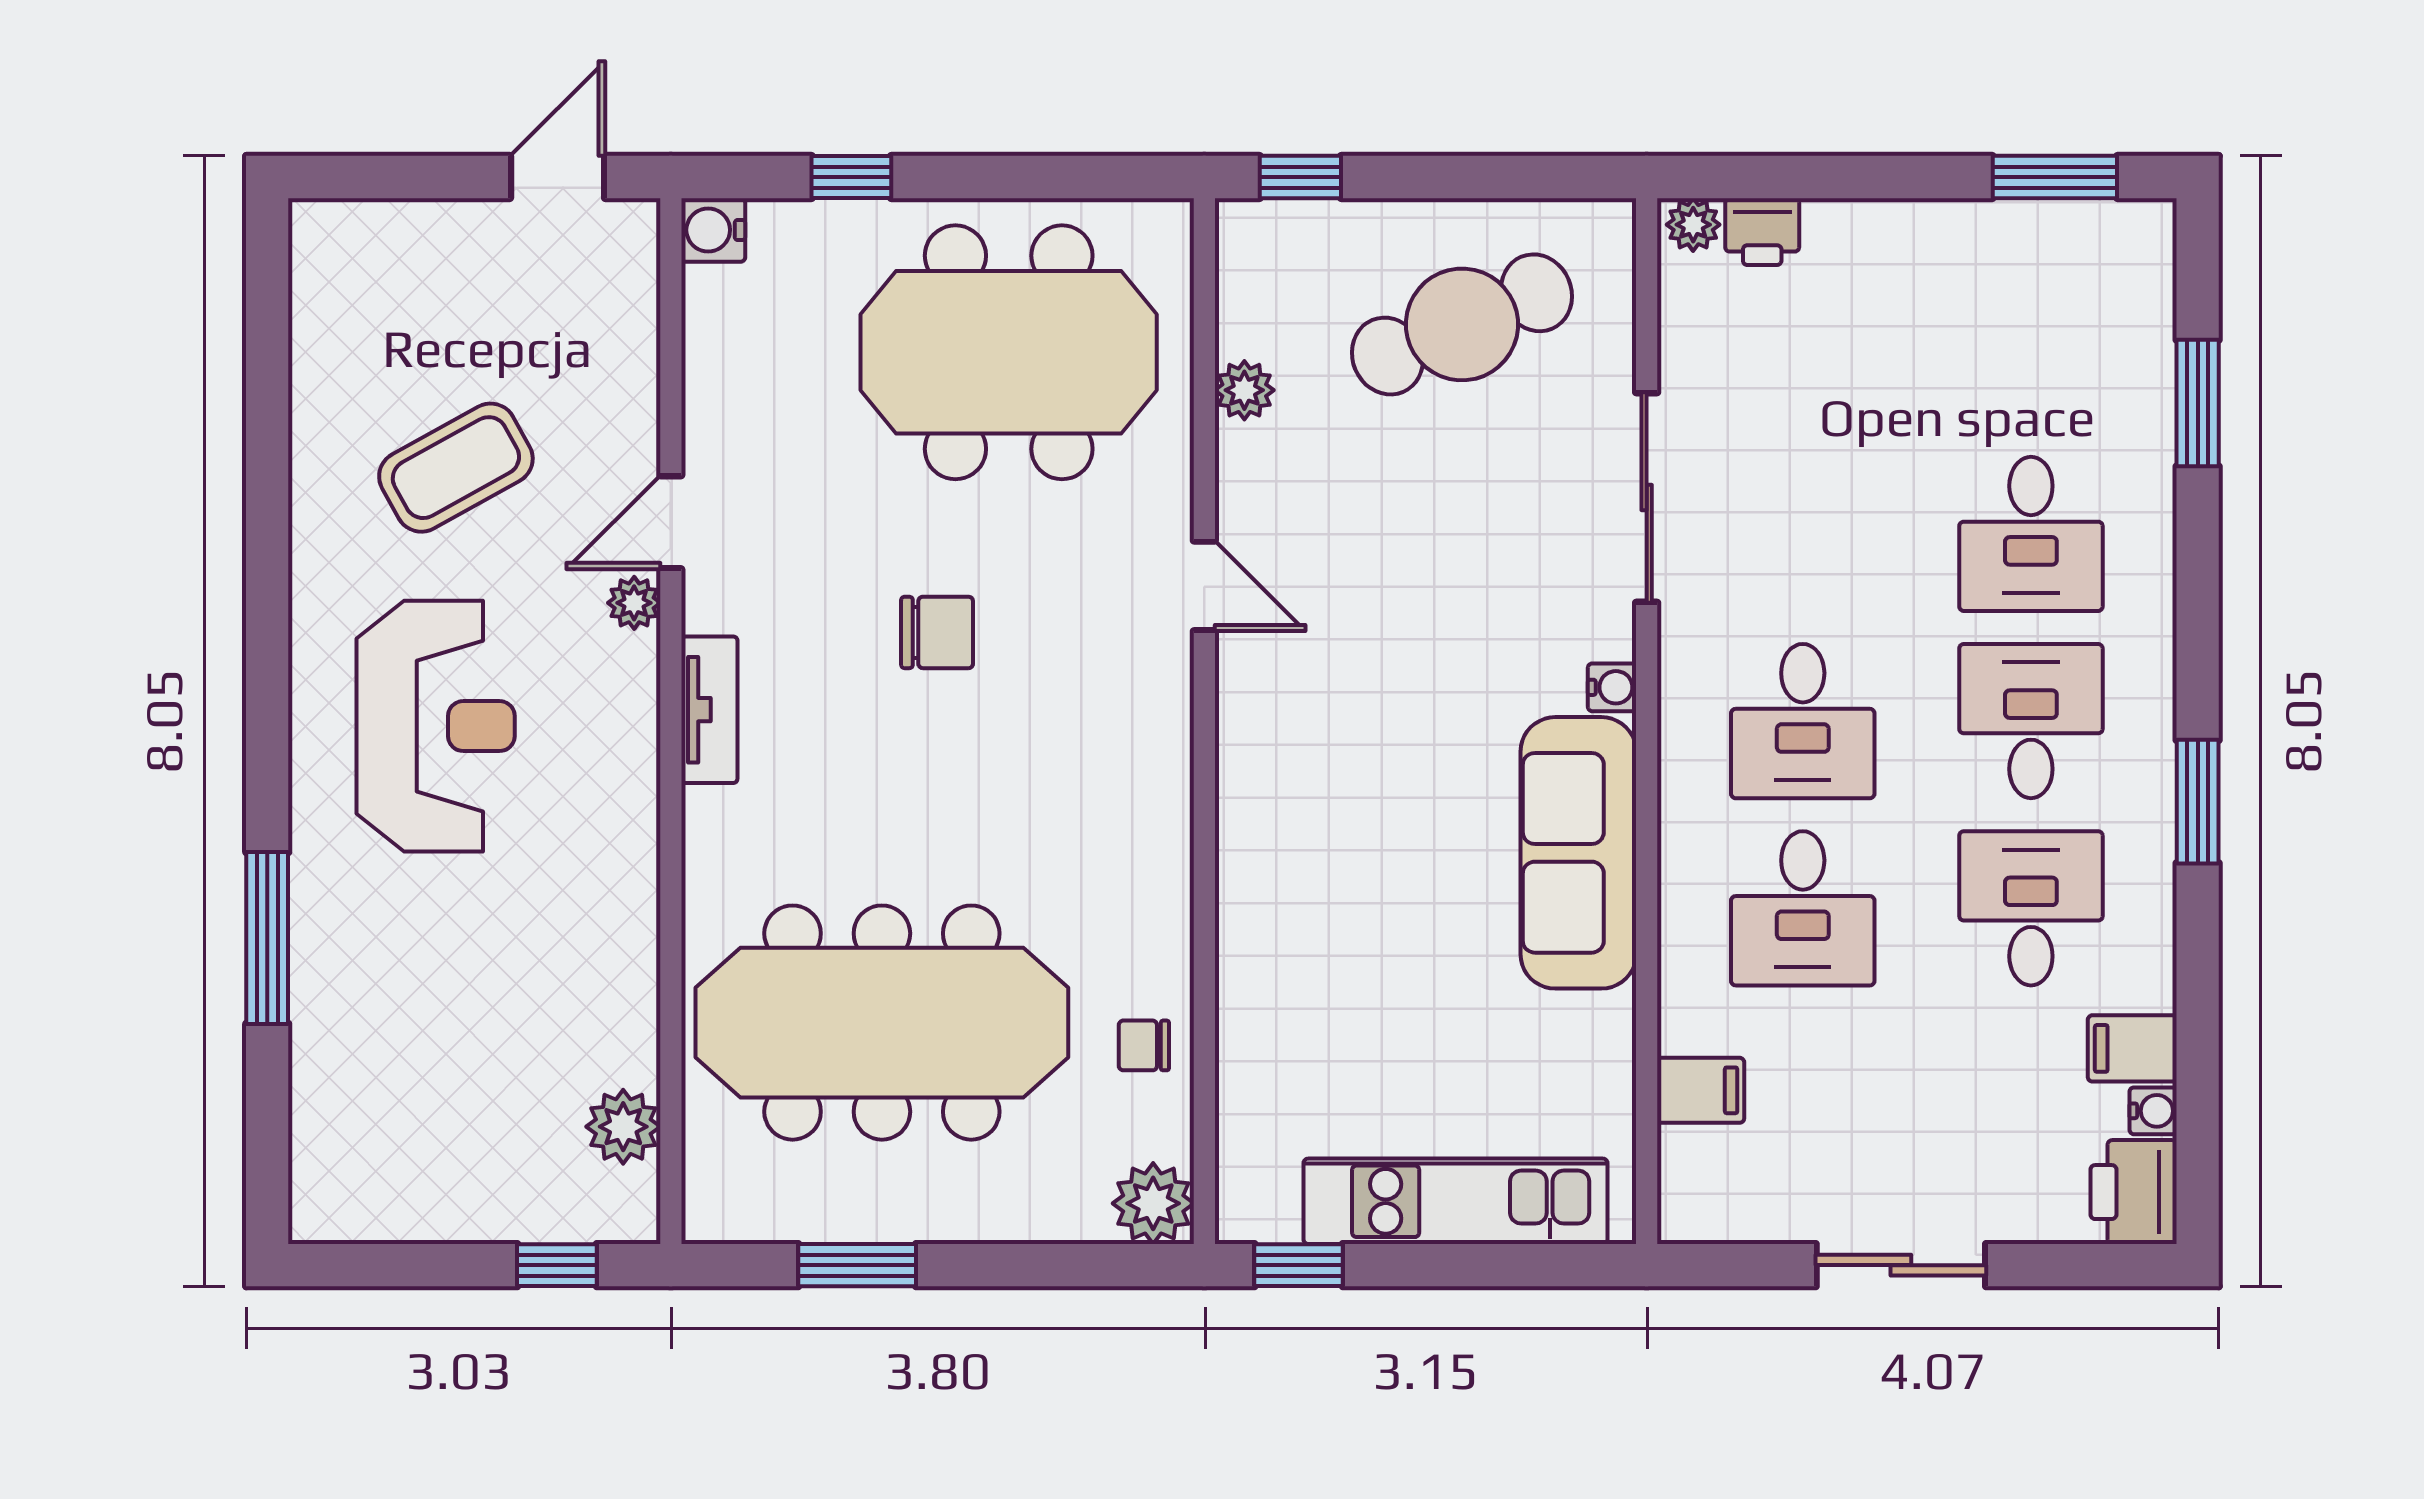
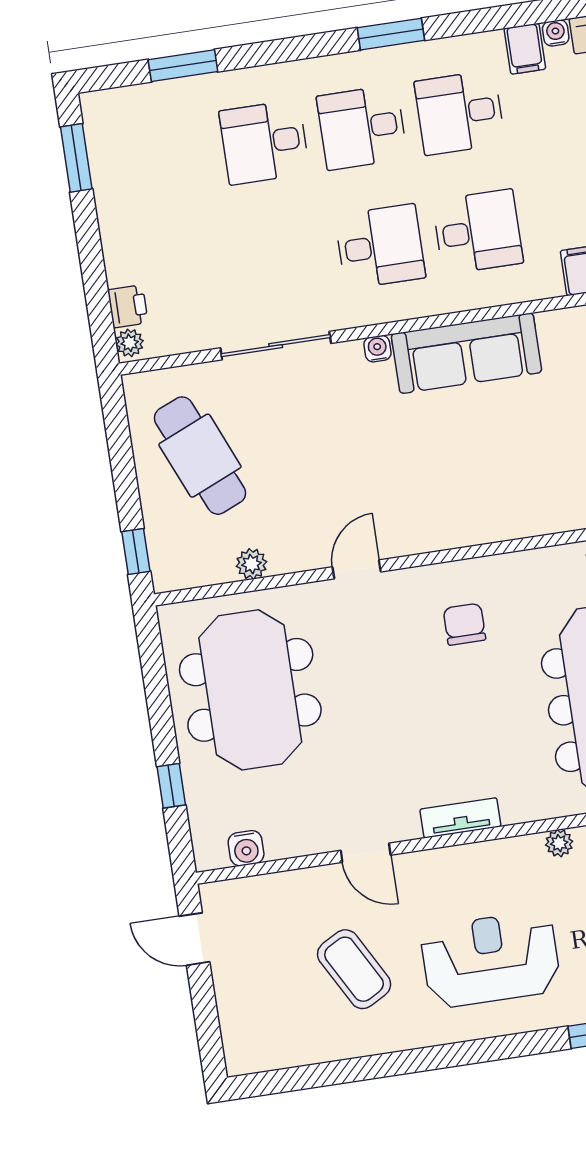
water cooler: (713, 230) -> (246, 848), moved
desk: (2031, 534) -> (264, 142), turned 180
plant: (634, 603) -> (559, 843), moved
chair: (937, 632) -> (464, 624), moved

